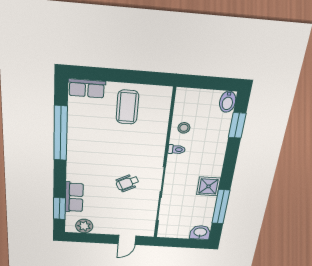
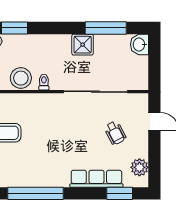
stool: (184, 128) -> (21, 78), width x1.89, depth x1.89
wheelchair: (127, 183) -> (115, 133), moved
row of seats: (74, 197) -> (96, 179), width x1.48

